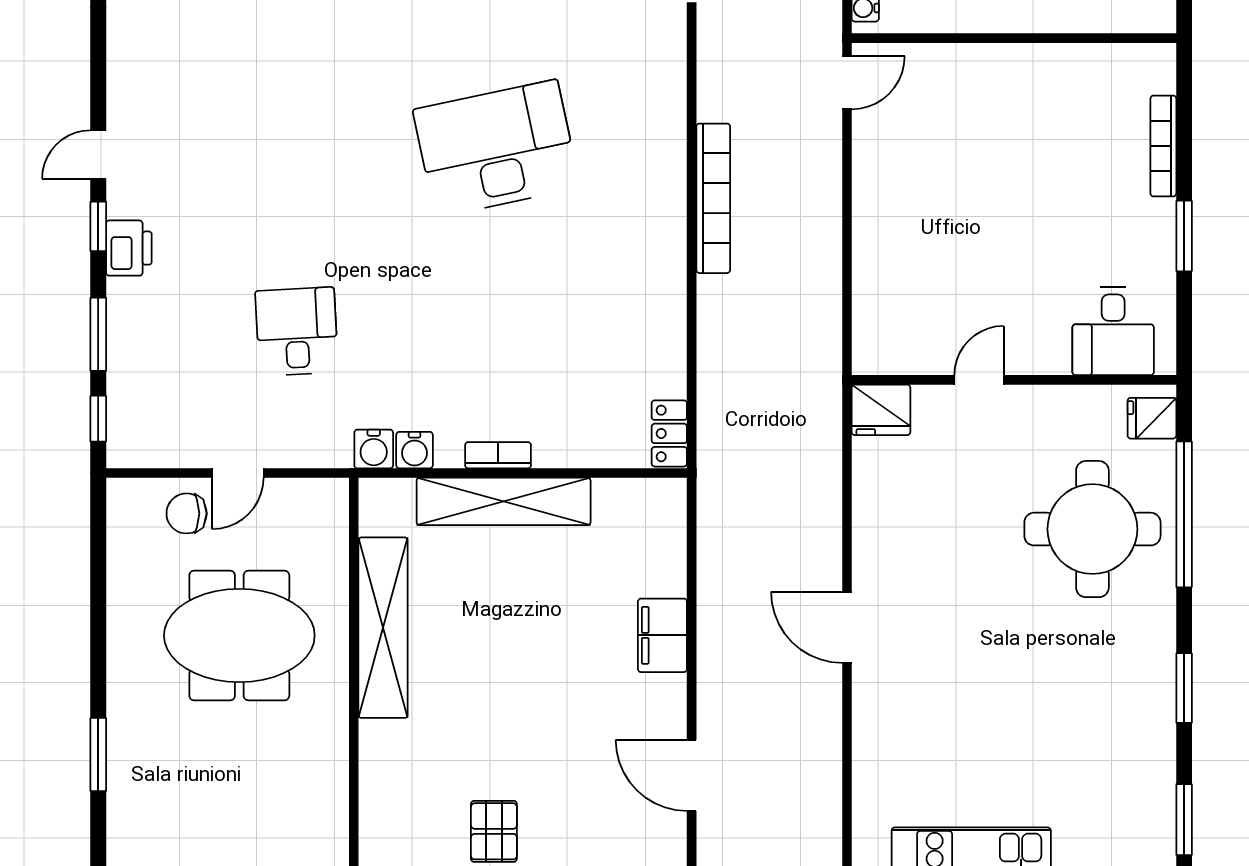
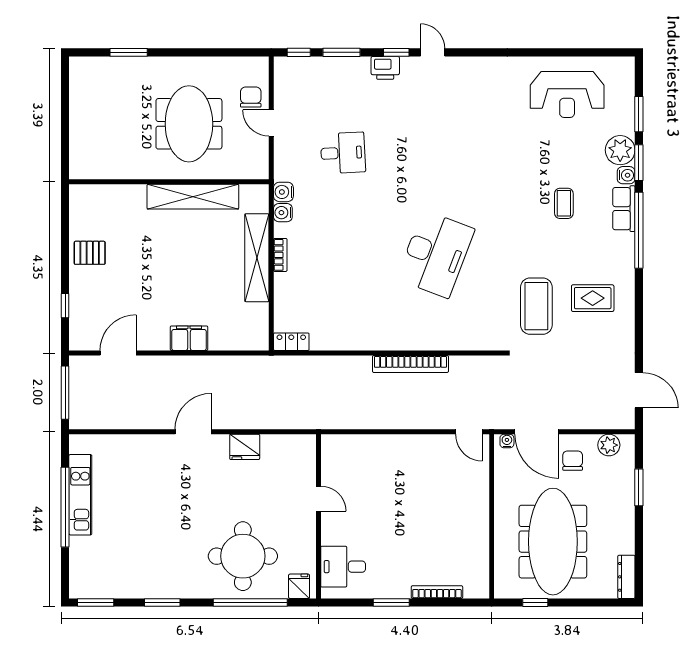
desk: (496, 149) -> (436, 254), turned 33
fridge: (881, 410) -> (245, 447), moved, turned -90

